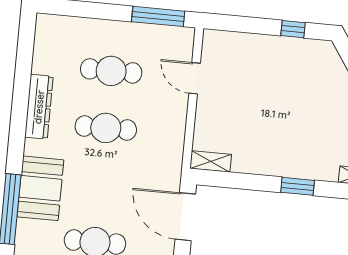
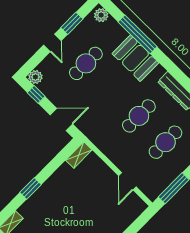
door: (195, 78) -> (127, 181), swing flipped
door: (185, 217) -> (61, 119), width x0.73

